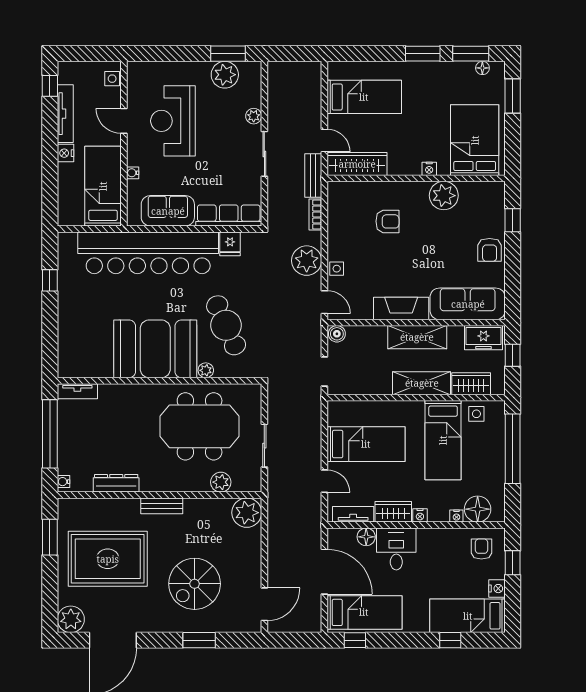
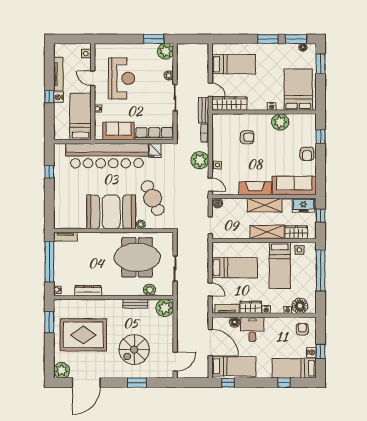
plant: (225, 75) -> (165, 51), moved
window: (50, 86) -> (49, 97), moved
reception desk: (173, 121) -> (122, 78), turned 180
bench: (162, 506) -> (135, 304), moved
window: (513, 563) -> (321, 351), moved

